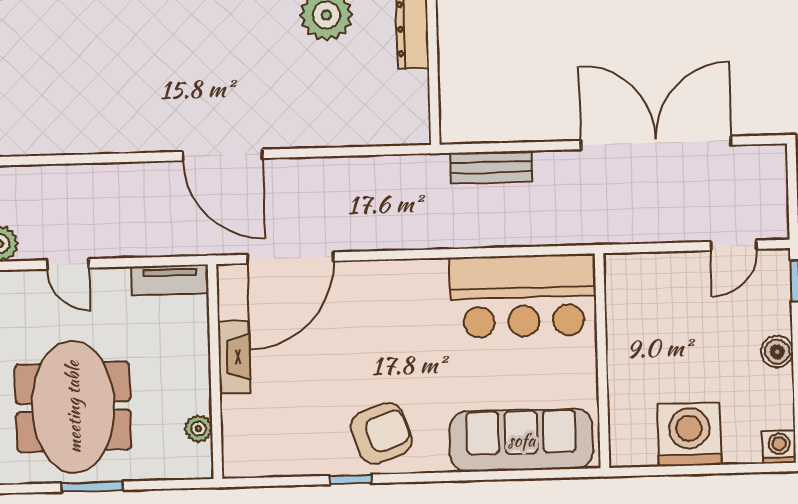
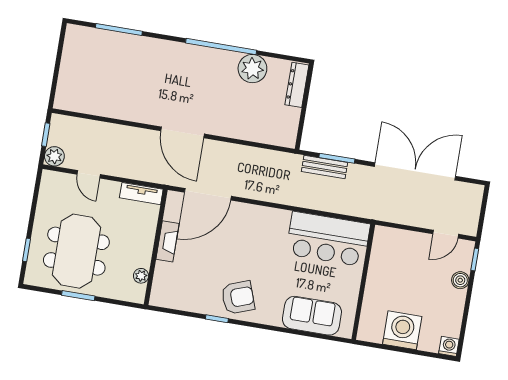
window: (511, 147) -> (337, 158), added
boiler: (777, 352) -> (460, 280), moved
sofa: (521, 440) -> (312, 316), width x0.73

